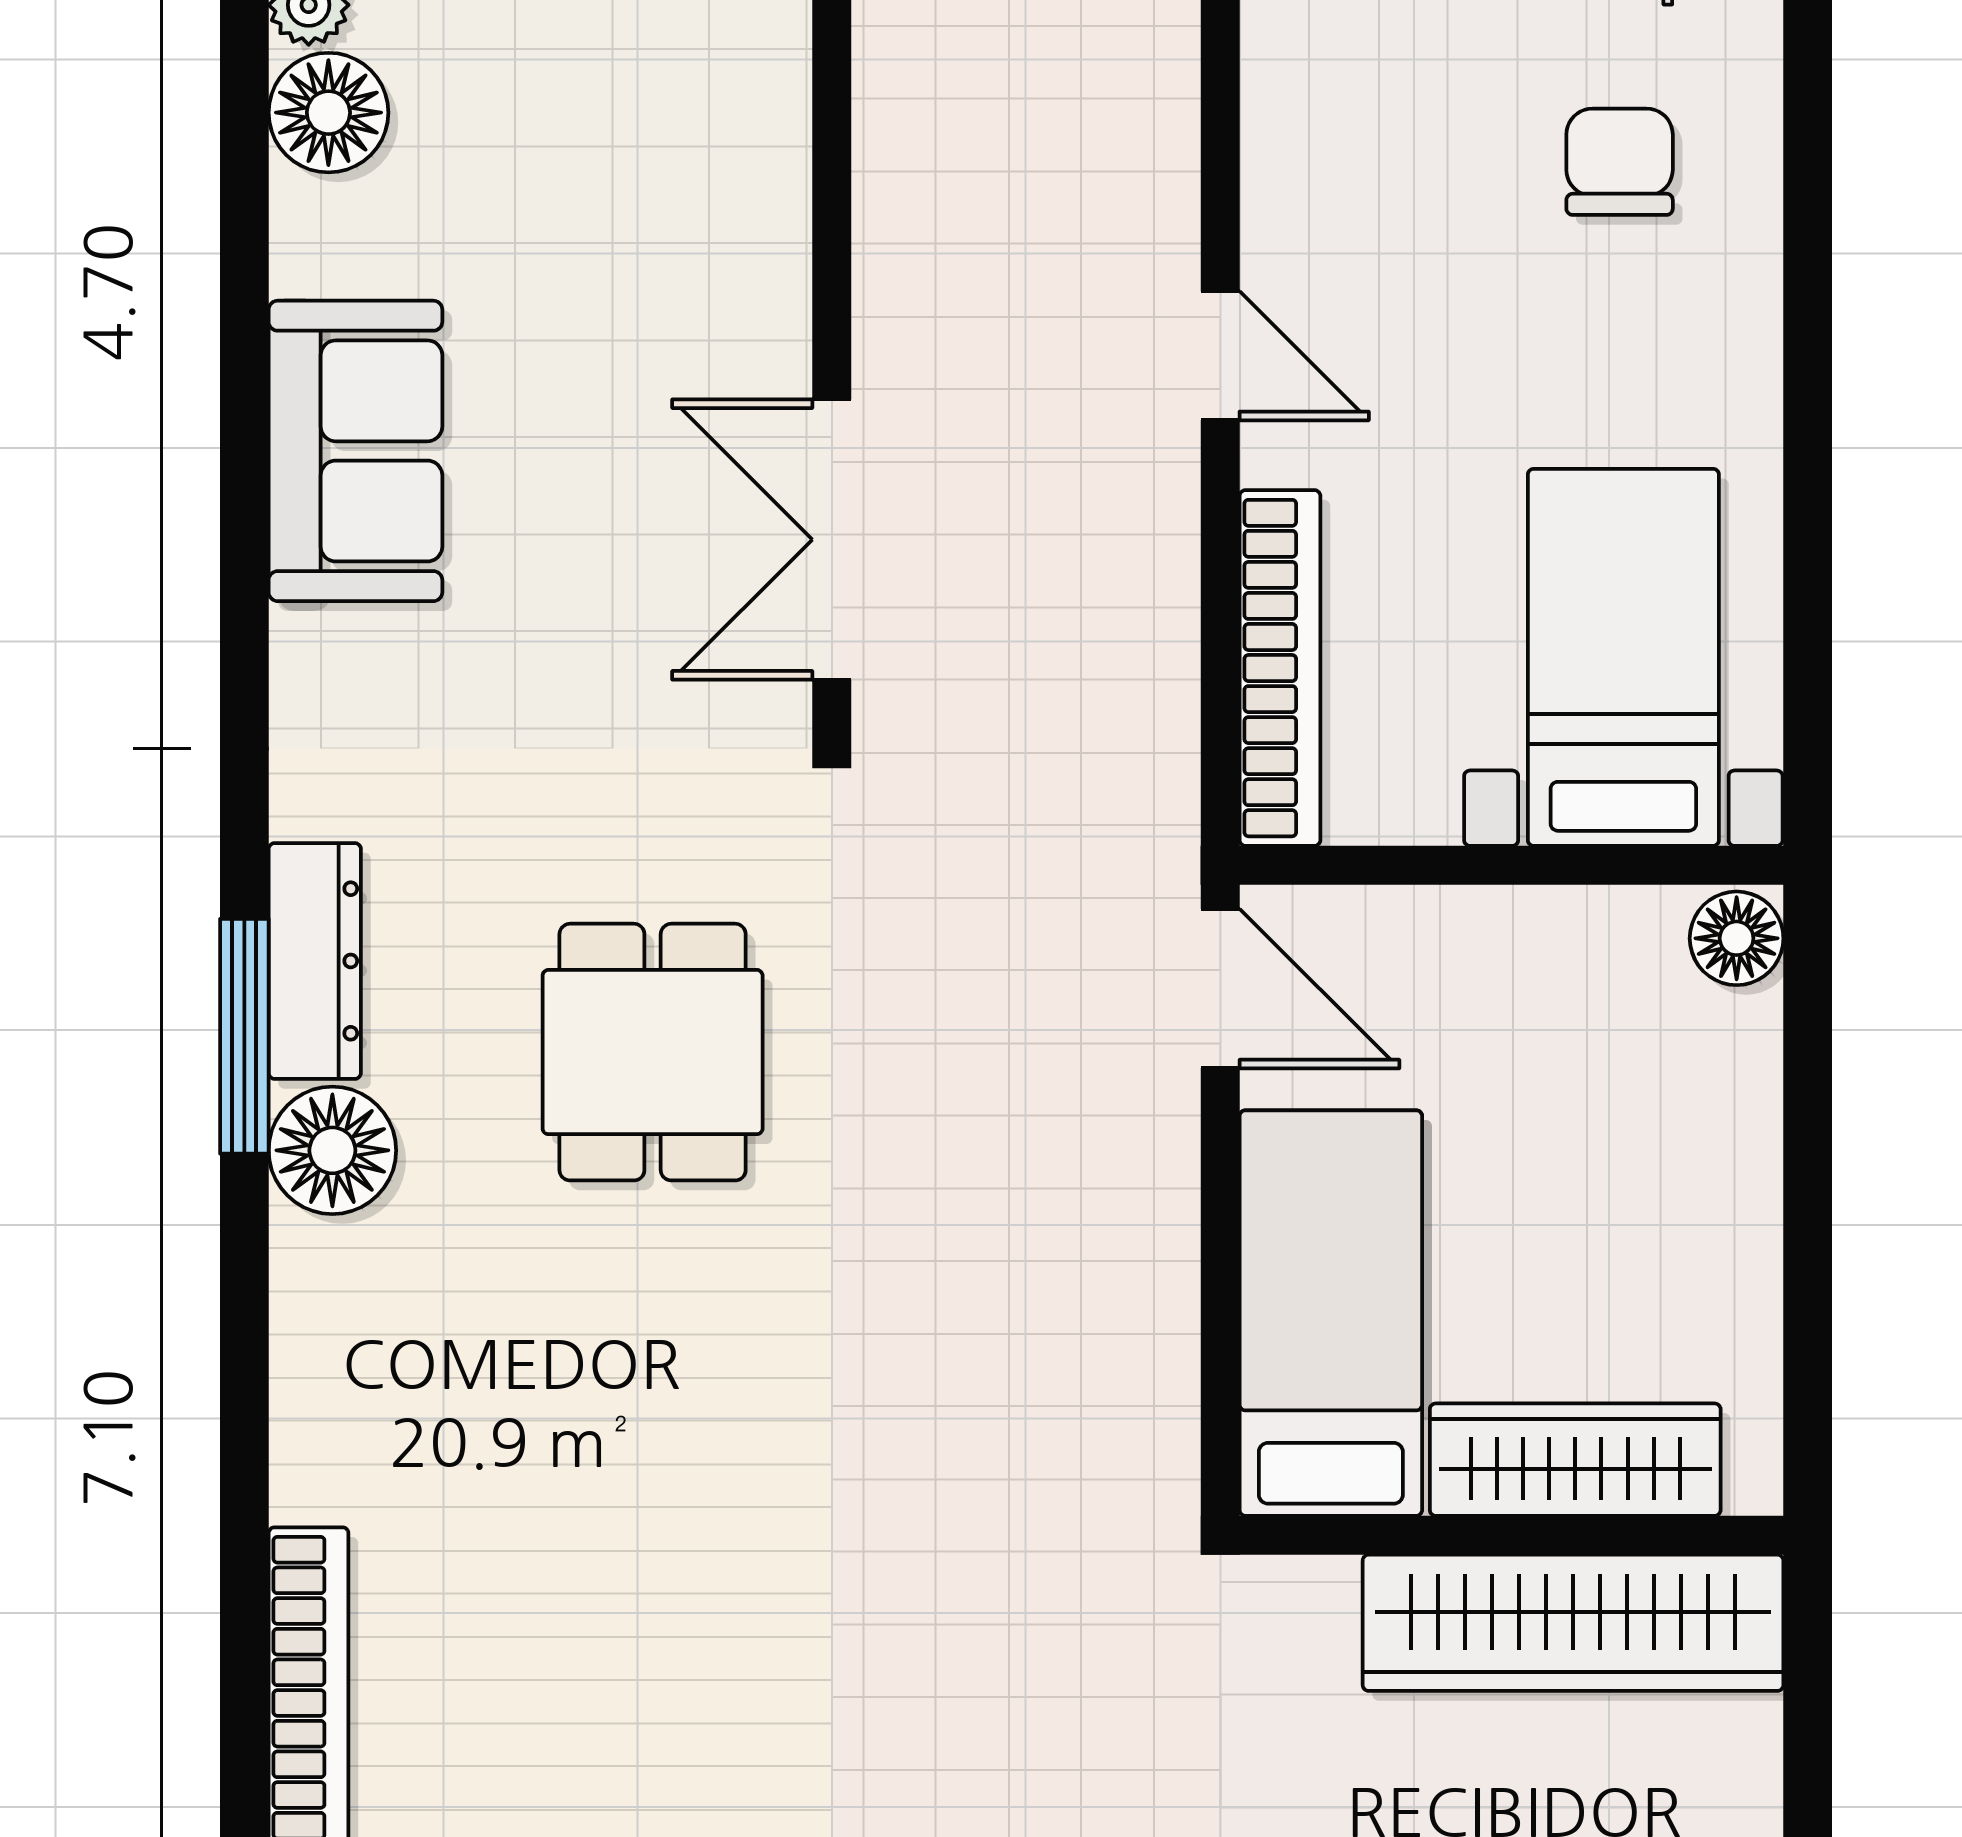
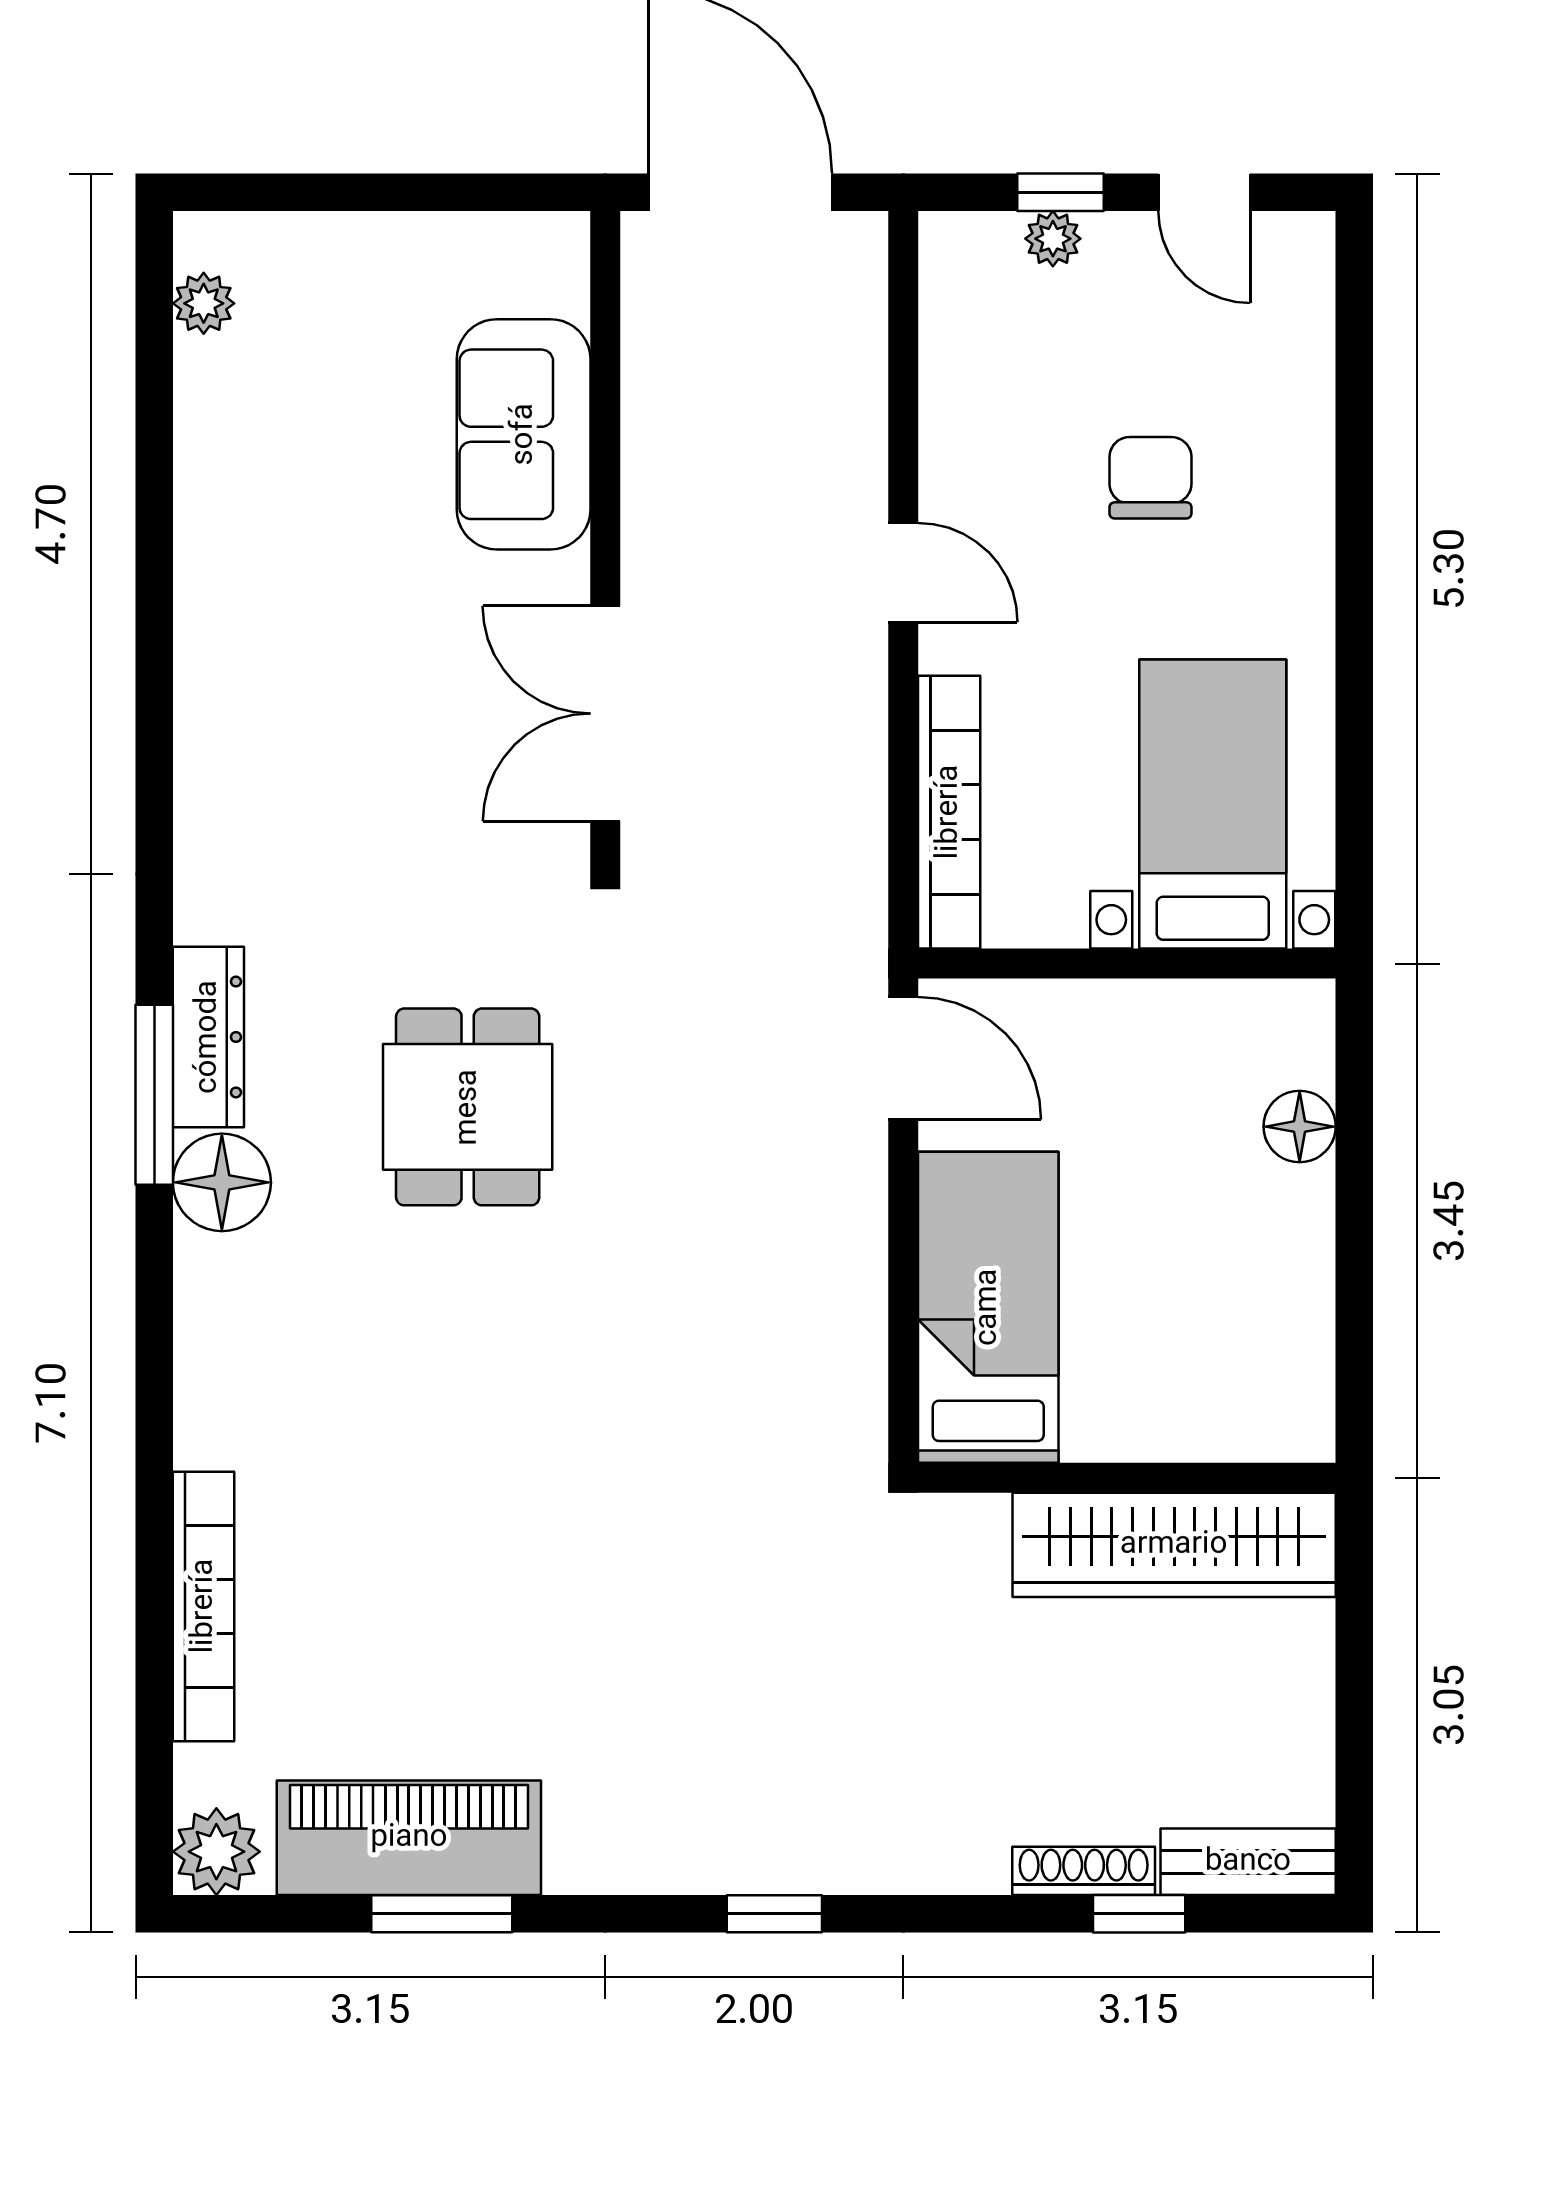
floor lamp: (328, 113) -> (219, 386), removed
chair: (1620, 162) -> (1150, 478), moved
sofa: (355, 451) -> (524, 434), moved, turned 180
floor lamp: (1737, 938) -> (1300, 1127), moved
wardrobe: (1575, 1460) -> (1176, 1420), removed

